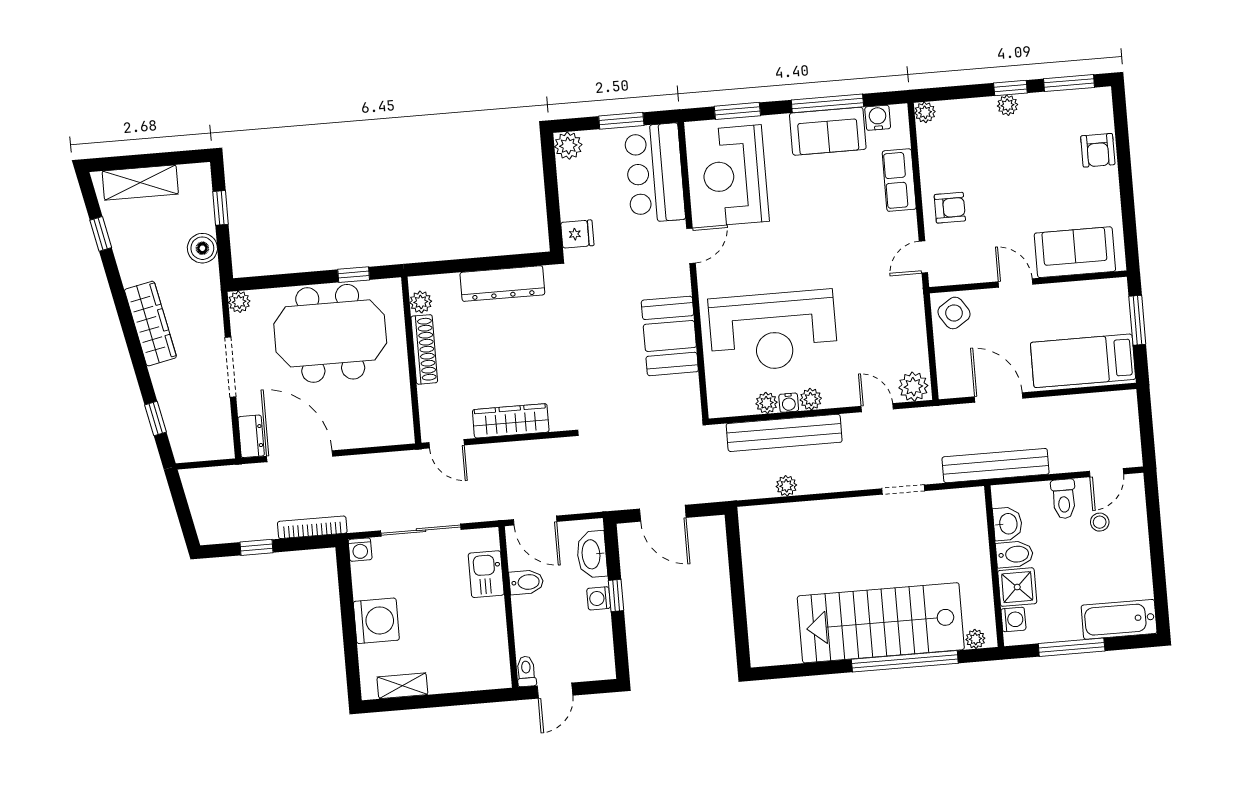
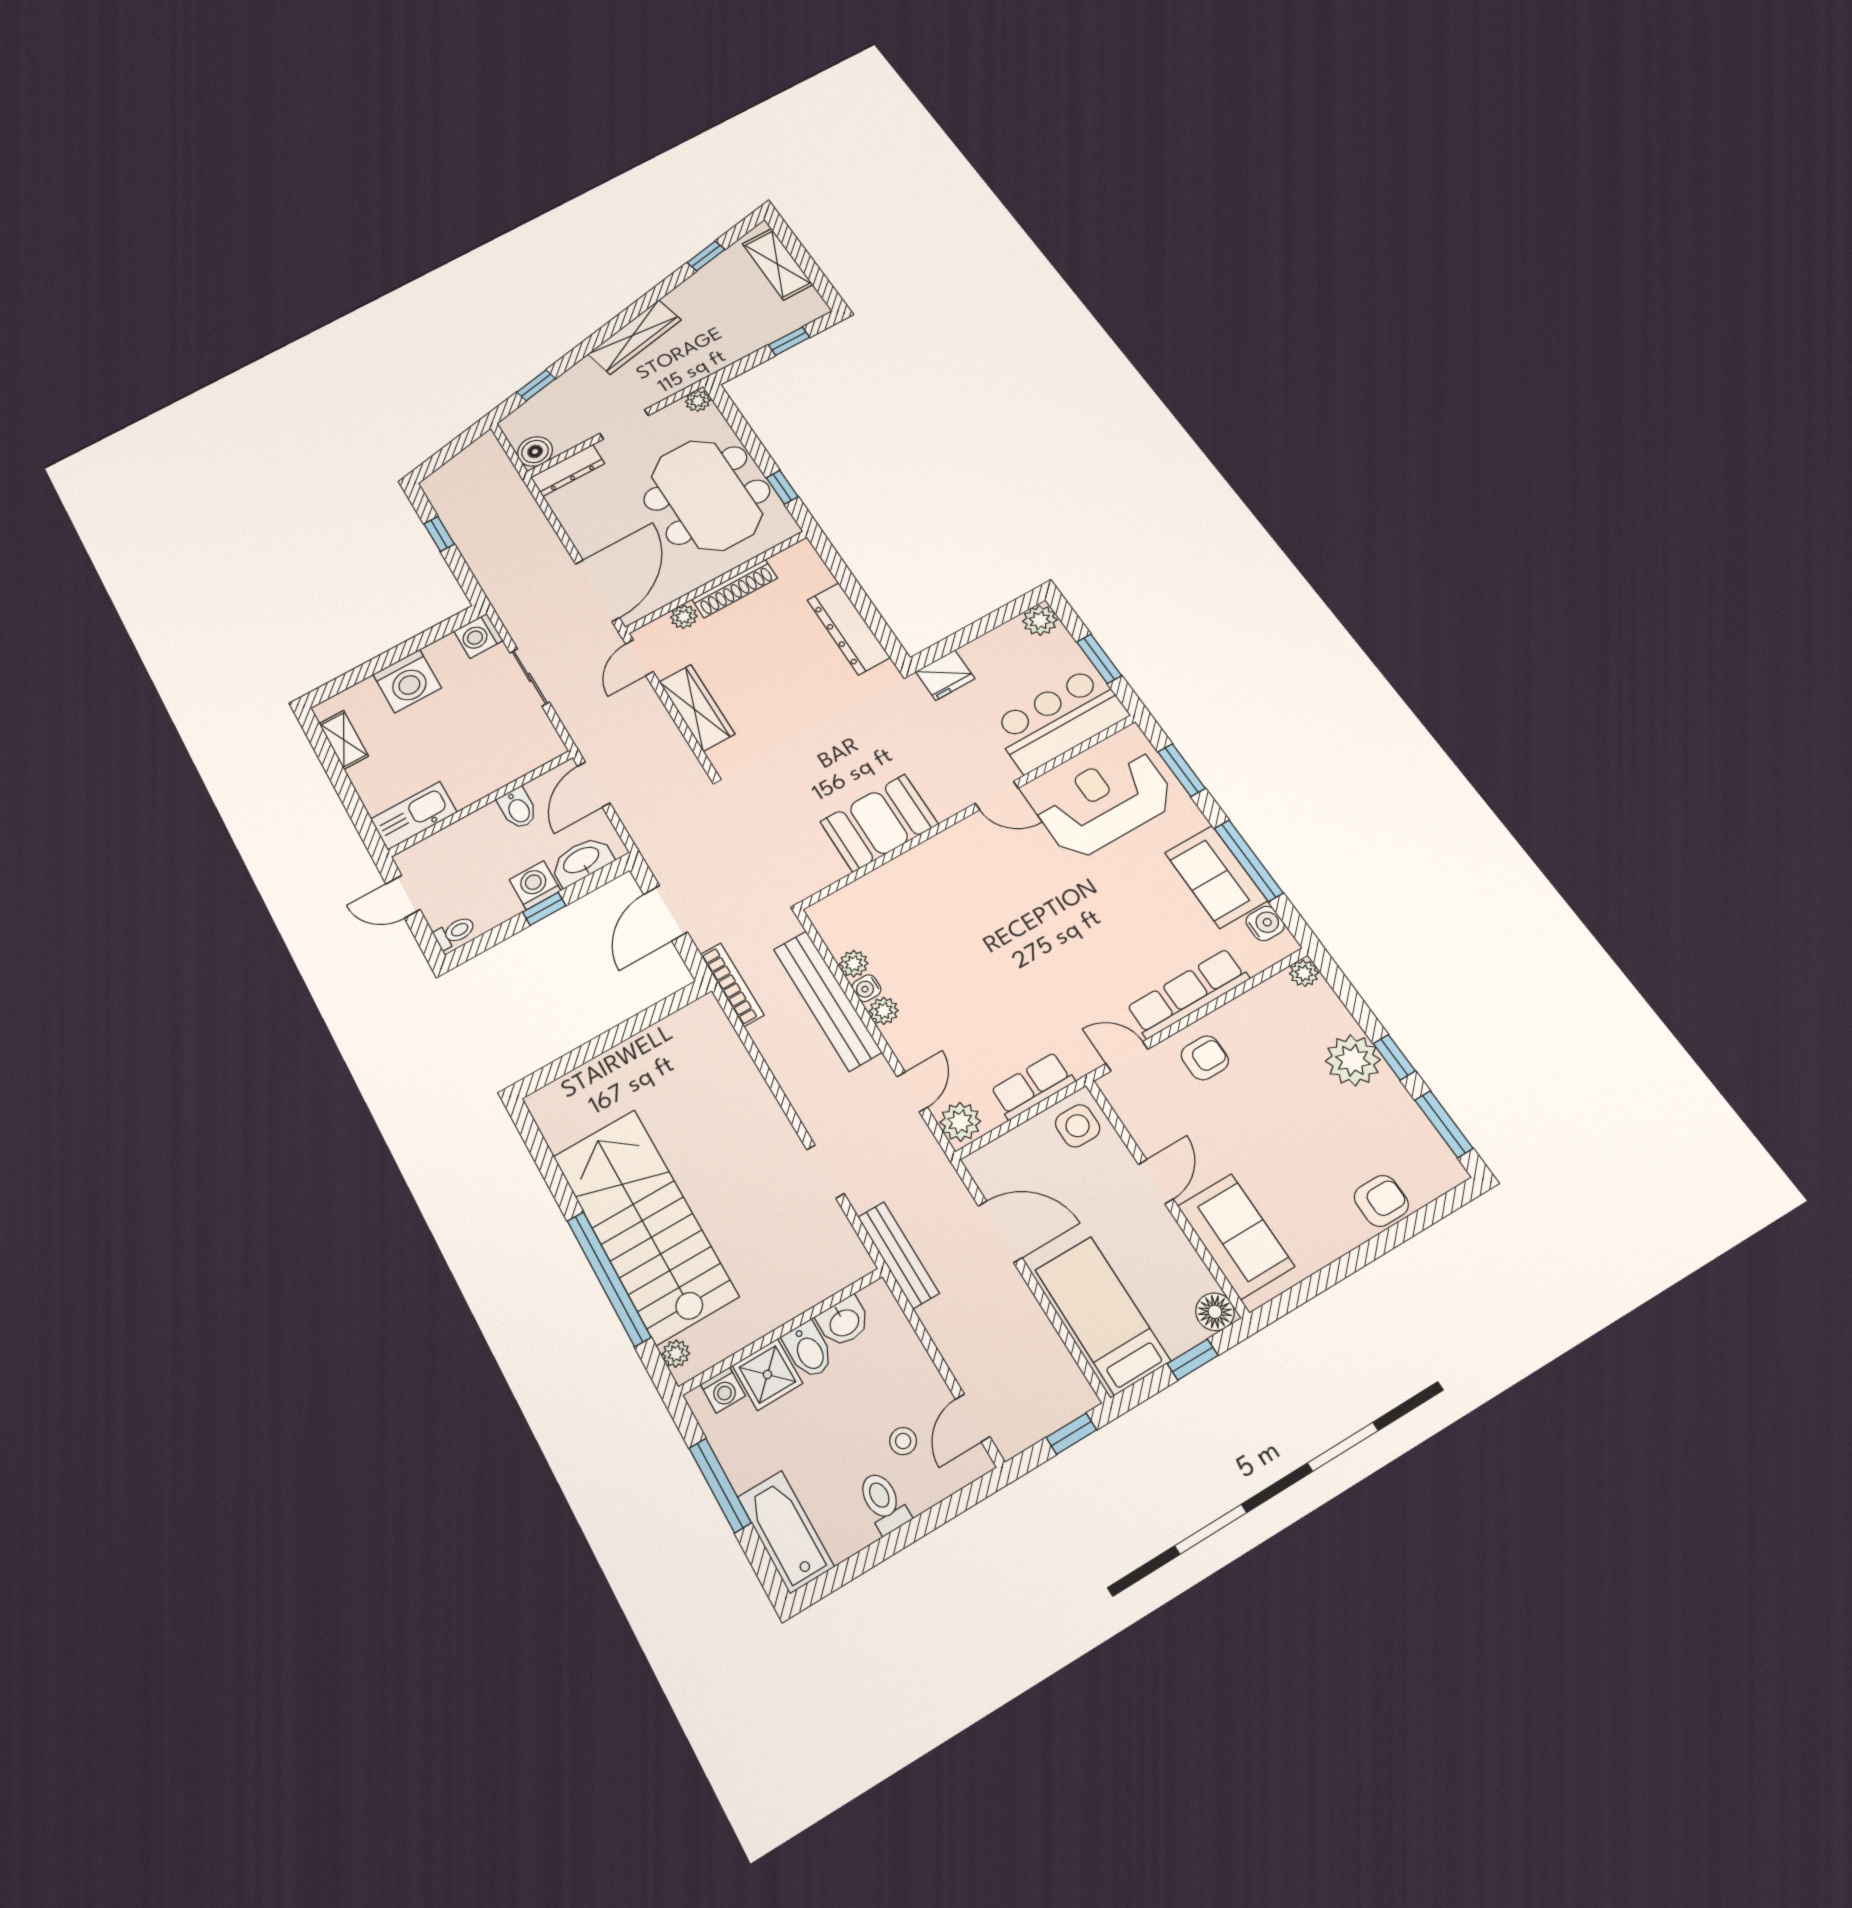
plant: (1008, 105) -> (1353, 1060), width x1.87, depth x1.87
armchair: (1098, 150) -> (1381, 1201), turned 180
row of seats: (899, 180) -> (1188, 993), width x1.48
armchair: (950, 208) -> (1205, 1058), turned -90
fridge: (577, 234) -> (945, 675), width x1.38
boiler: (202, 248) -> (535, 451), moved
floor lamp: (1115, 291) -> (1215, 1312), added
plant: (421, 302) -> (684, 617), moved
side table: (954, 313) -> (1078, 1126), turned 33
window: (1137, 320) -> (1193, 1360), width x0.67
row of seats: (913, 328) -> (1032, 1086), added
reception desk: (773, 331) -> (944, 930), removed
doorway: (230, 367) -> (624, 424), width x0.73
door: (999, 397) -> (1000, 1232), hinge flipped
window: (1145, 417) -> (1071, 1434), added
dresser: (251, 436) -> (568, 470), width x1.44
door: (300, 456) -> (597, 591), moved
bench: (996, 466) -> (898, 1255), width x0.73, depth x0.82
door: (1107, 473) -> (973, 1418), hinge flipped
plant: (786, 486) -> (764, 1033), removed
toilet: (1064, 499) -> (883, 1502), moved, turned 90
bookcase: (312, 527) -> (732, 985), moved
sliding door: (421, 530) -> (530, 677), width x0.73
washing machine: (360, 550) -> (478, 636), width x1.38, depth x1.38
kitchen sink: (486, 574) -> (414, 816), moved, width x1.38
washing machine: (599, 598) -> (535, 885), width x1.38, depth x1.38
toilet: (526, 671) -> (455, 932), moved

